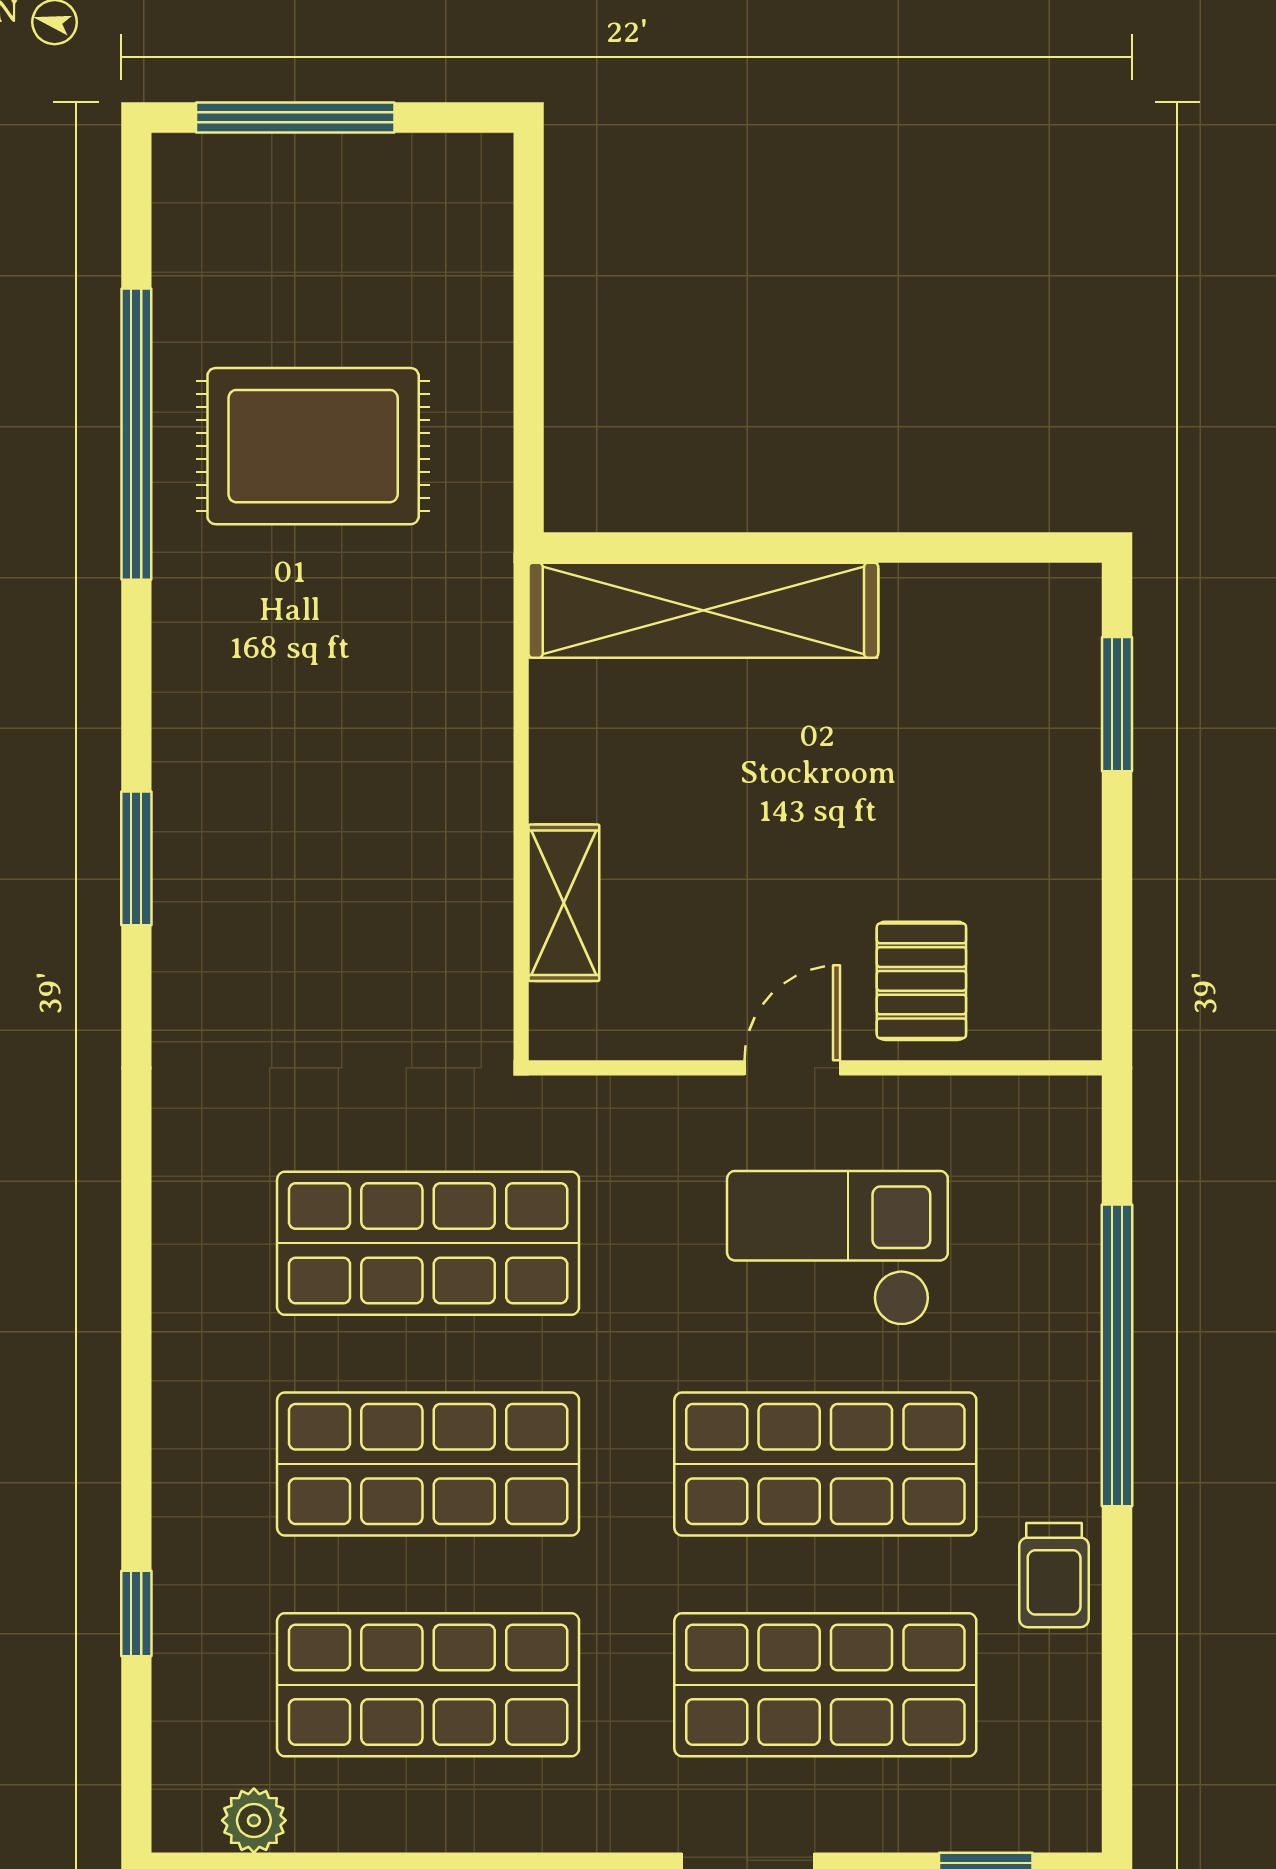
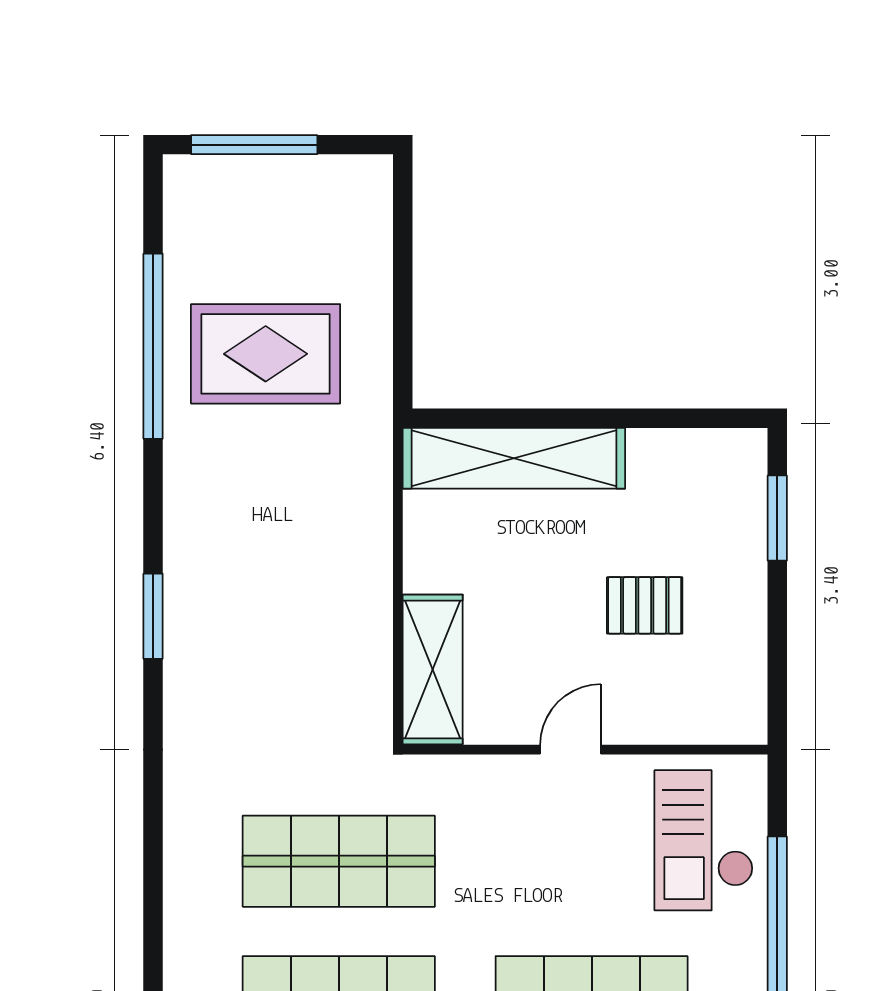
shelving: (564, 903) -> (433, 669), width x1.50, depth x1.33
pallet: (921, 981) -> (645, 605), moved, turned 90
checkout: (837, 1248) -> (704, 840), moved, turned -90

